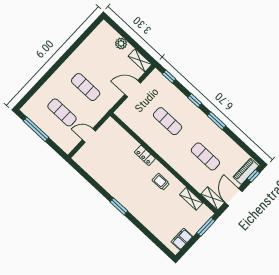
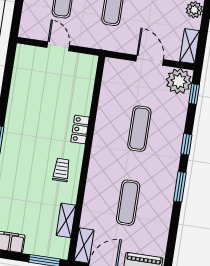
plant: (156, 80) -> (179, 81), added

